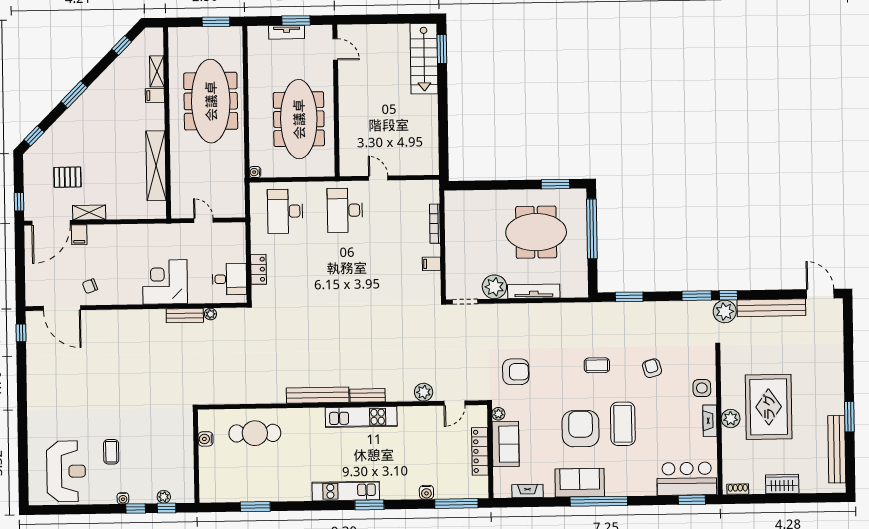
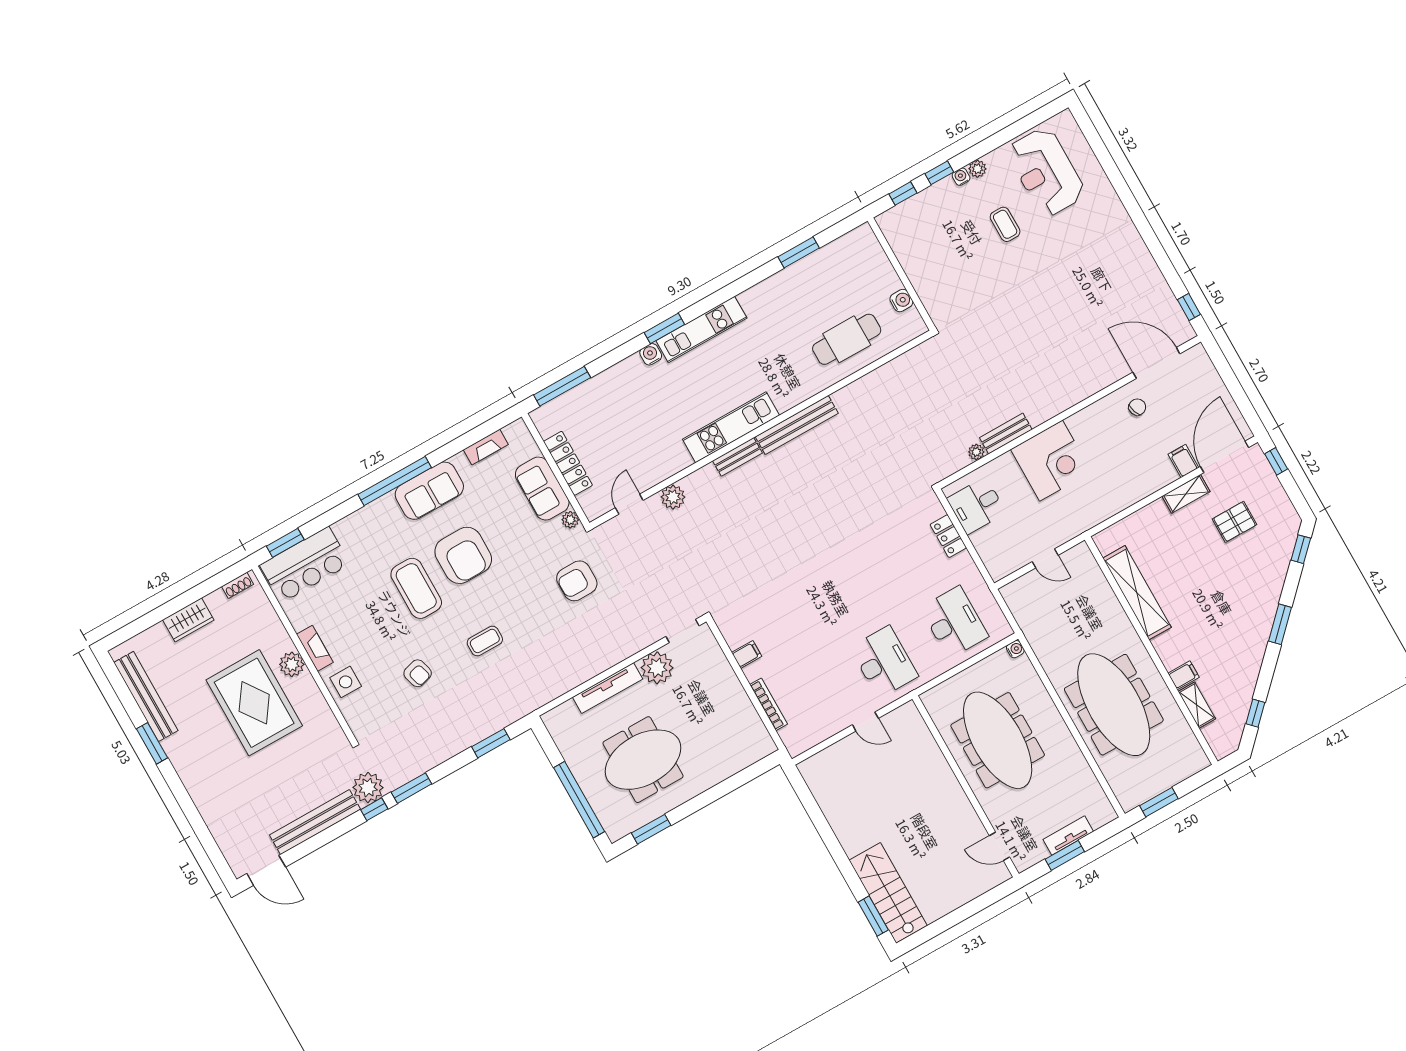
water cooler: (426, 492) -> (651, 354), moved
plant: (164, 497) -> (977, 169), moved

